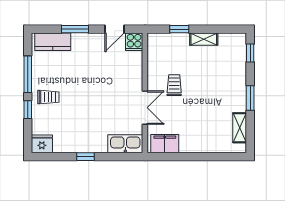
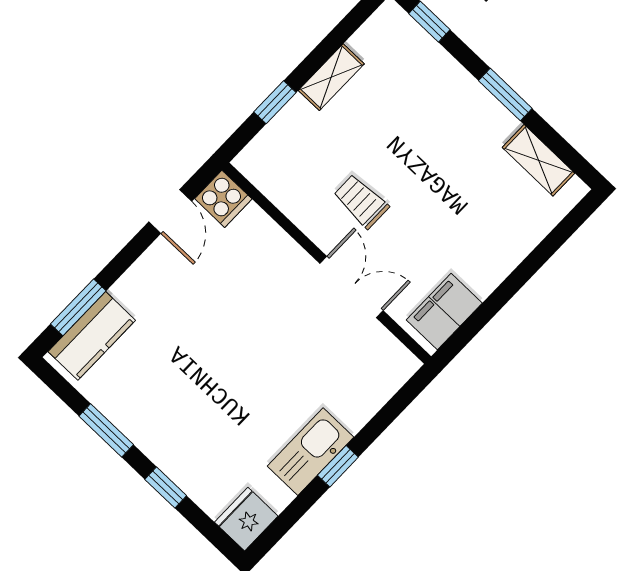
window: (75, 29) -> (78, 307), moved
window: (28, 74) -> (106, 430), width x0.69
trolley: (48, 97) -> (178, 432), removed
kitchen sink: (125, 144) -> (310, 452), moved

